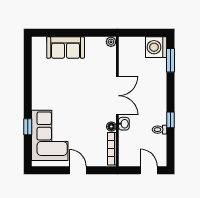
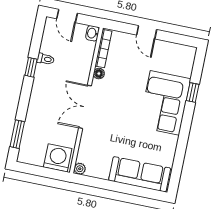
sofa: (66, 47) -> (140, 174), width x1.36
washing machine: (156, 47) -> (58, 158), moved, turned -90
washbasin: (124, 124) -> (92, 33), moved
corner sofa: (50, 135) -> (165, 103), moved

